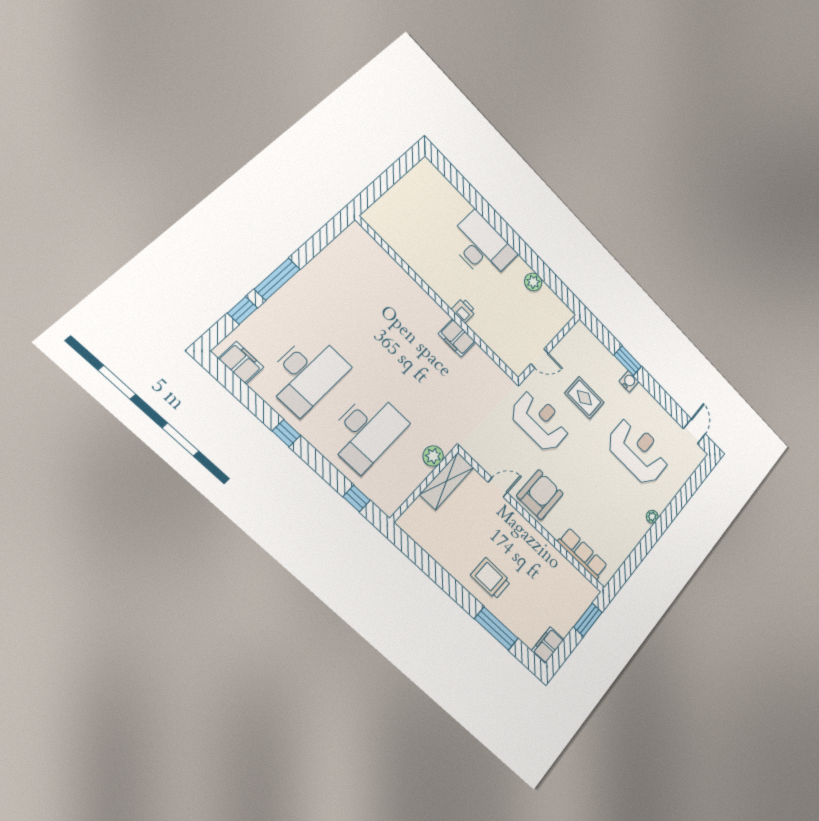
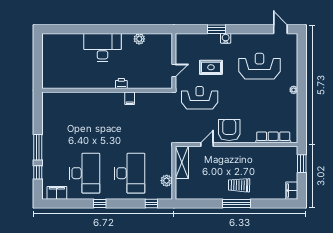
filing cabinet: (457, 338) -> (130, 98), width x0.50
plant: (433, 456) -> (167, 181), moved
window: (496, 629) -> (237, 204), moved

